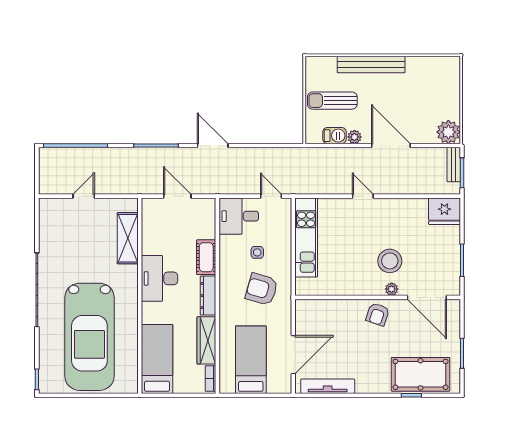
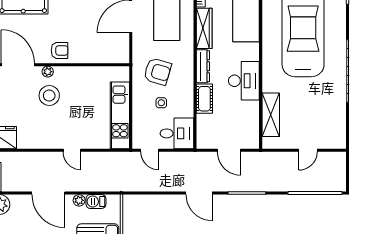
armchair: (378, 314) -> (60, 50), turned 71

